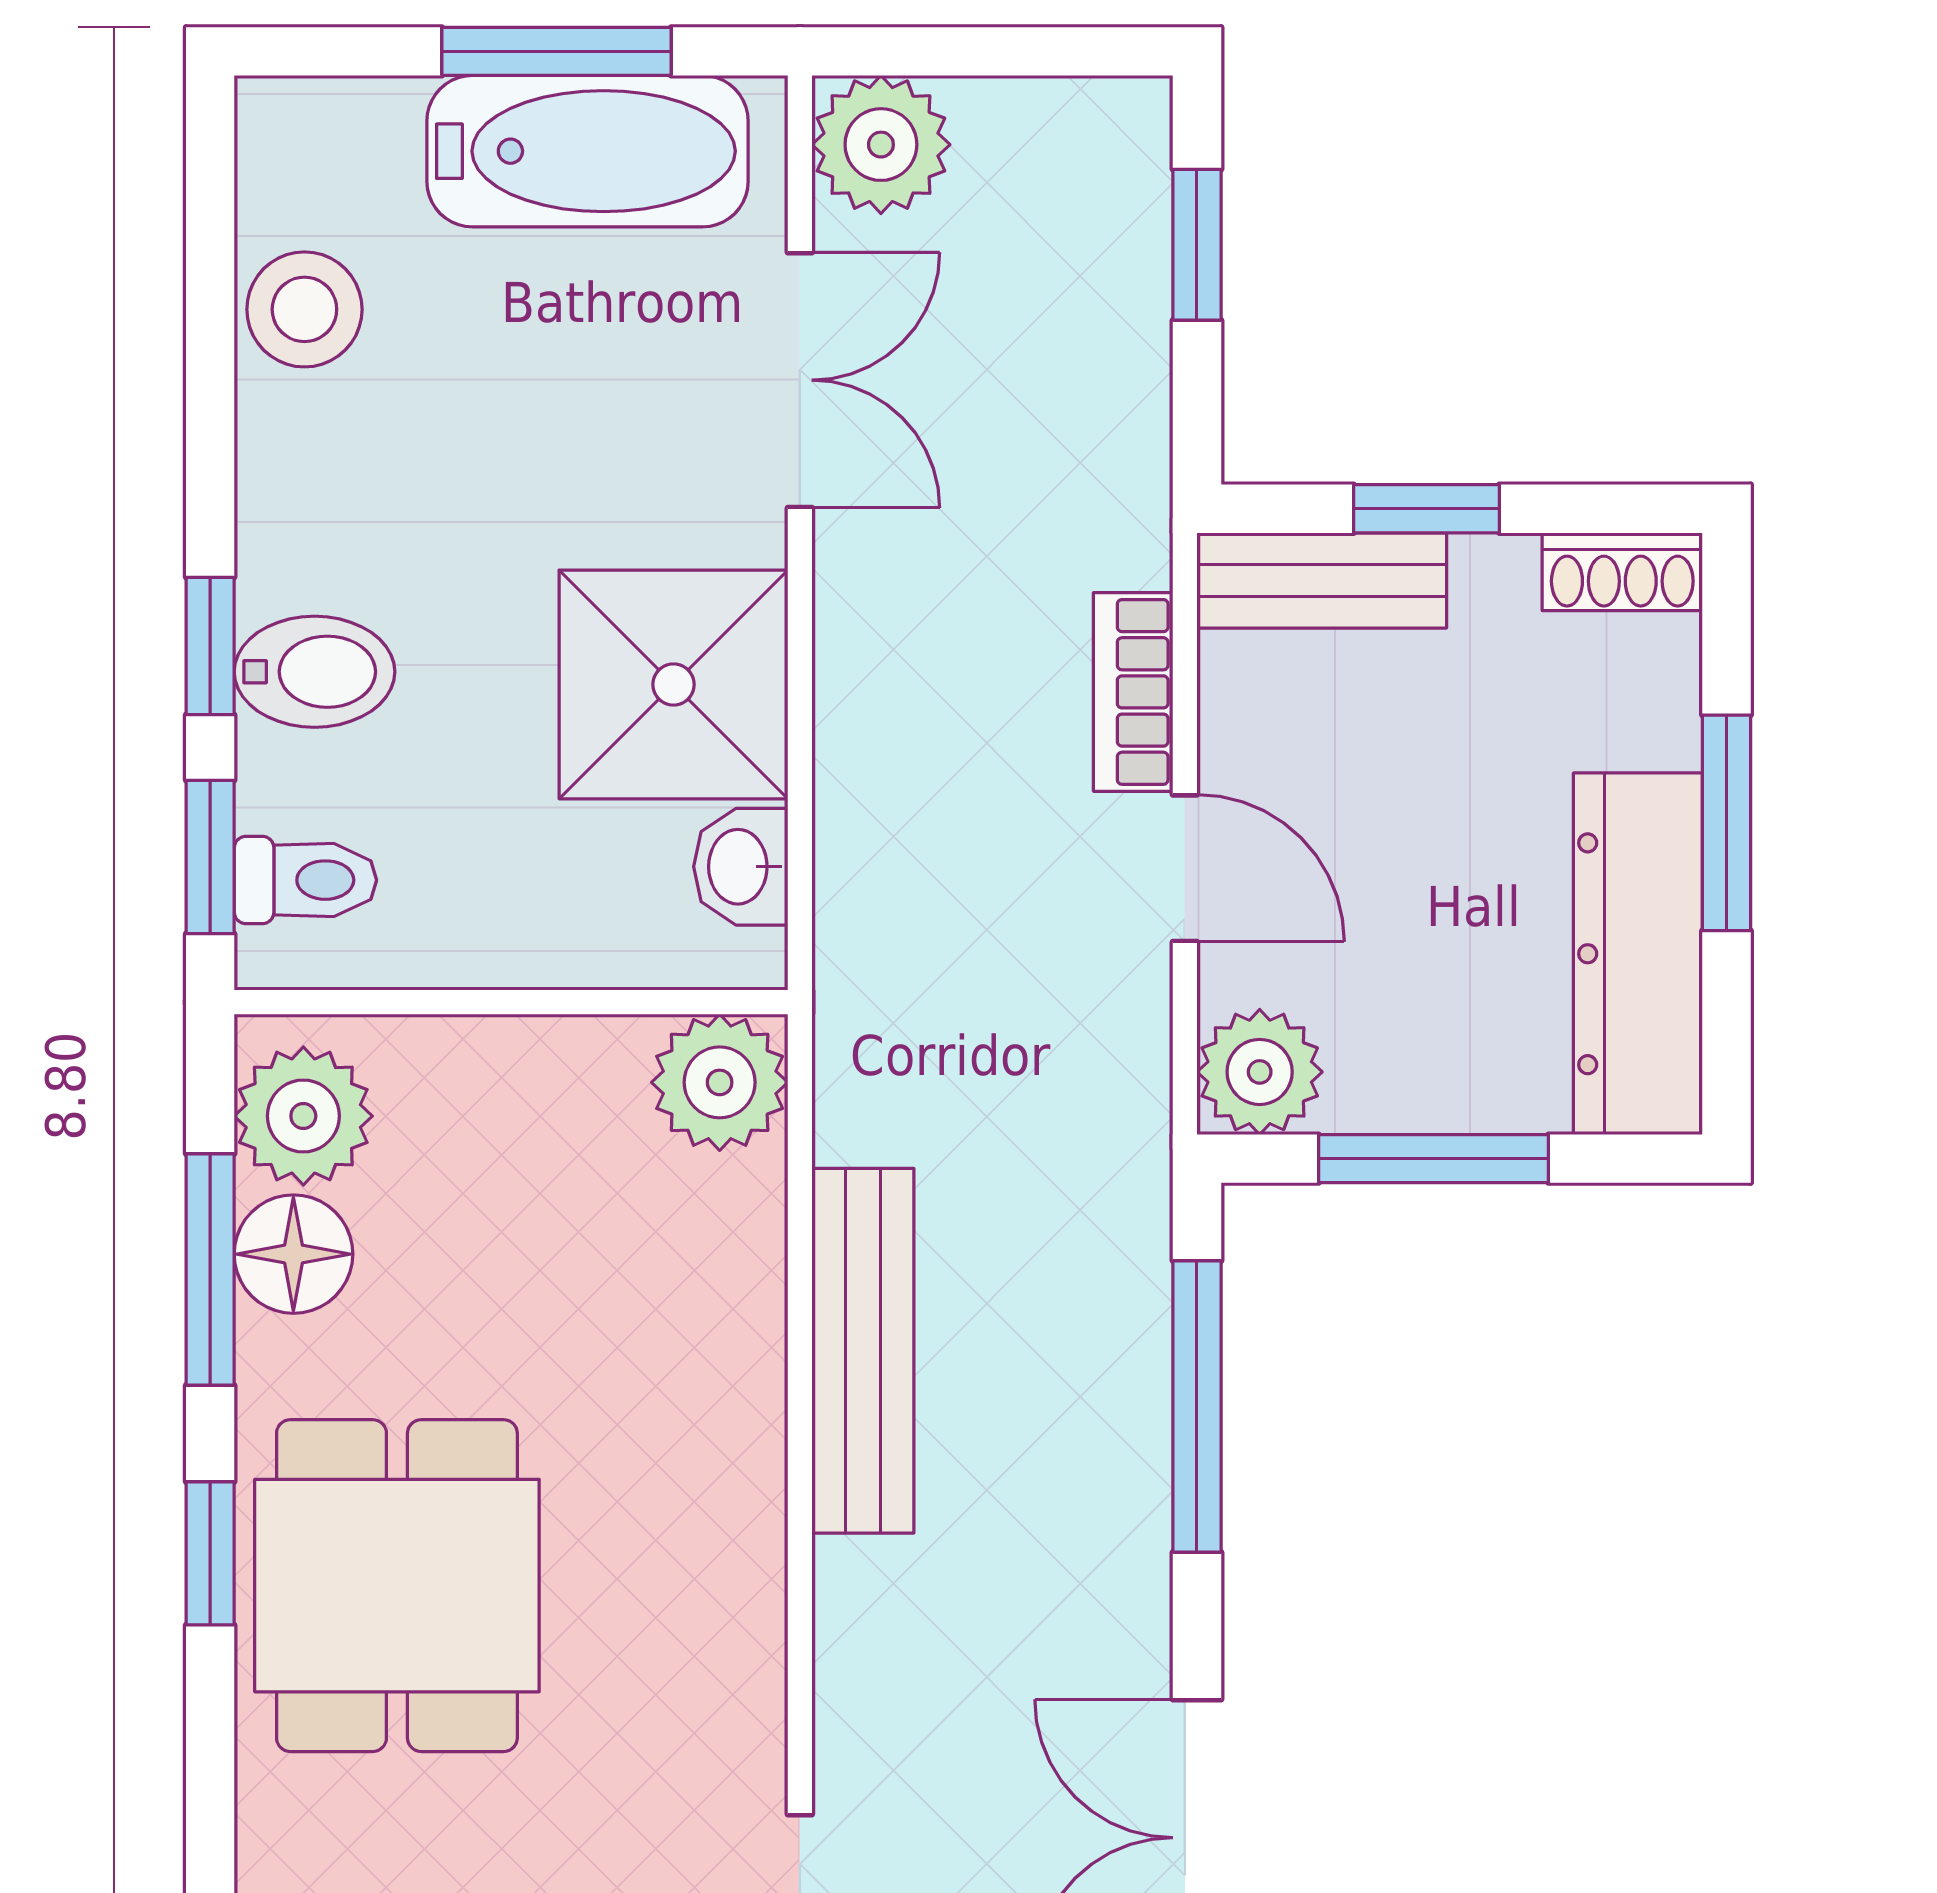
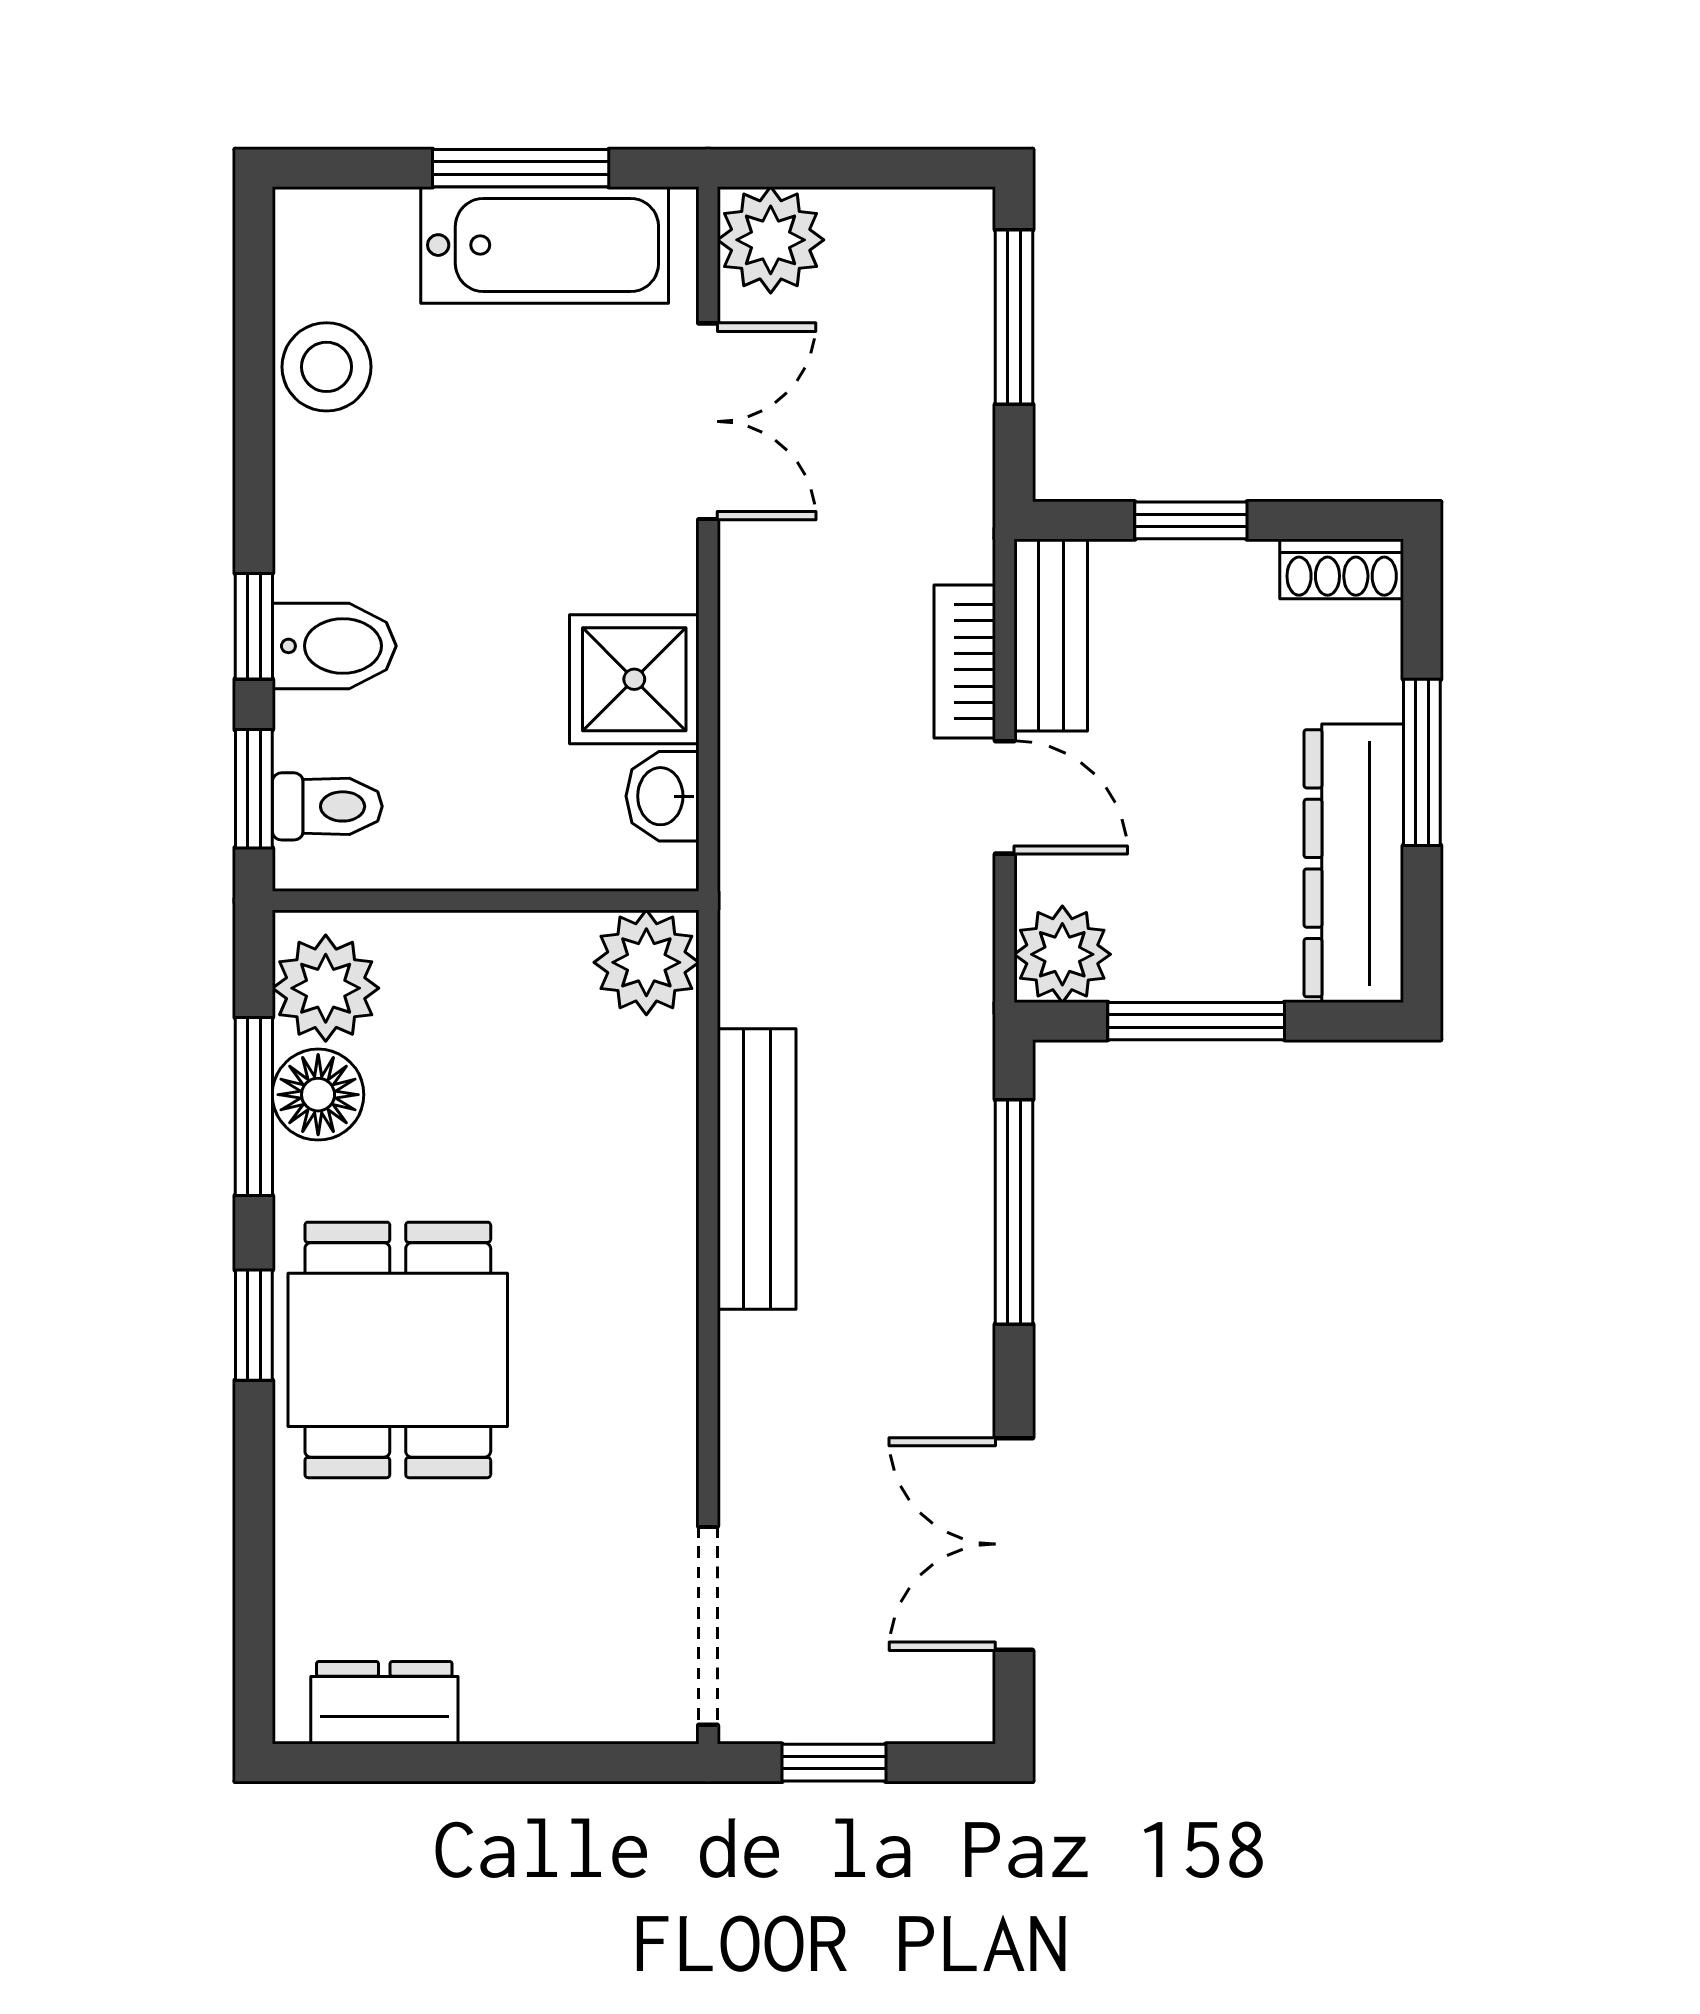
window: (1197, 245) -> (1014, 317), width x1.50
bench: (1322, 580) -> (1051, 635), moved, turned 90
shower: (673, 684) -> (634, 679), width x0.73, depth x0.73

